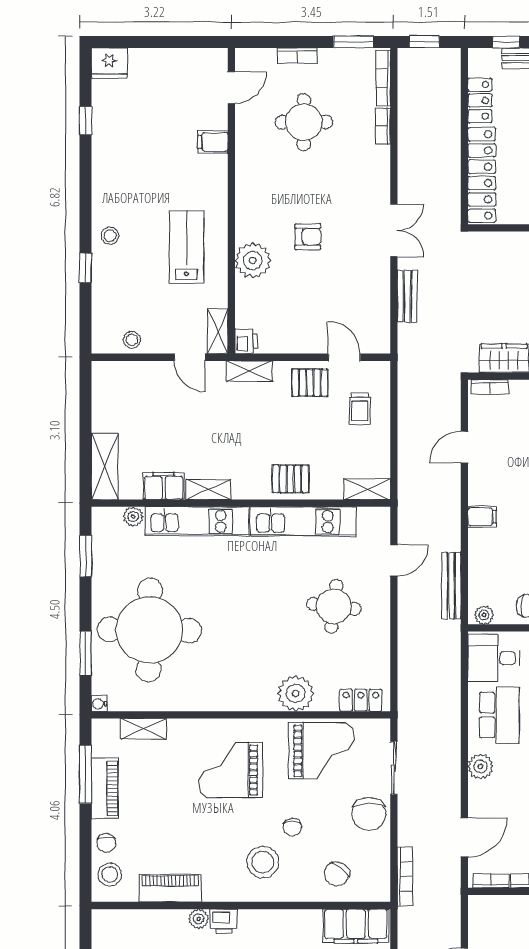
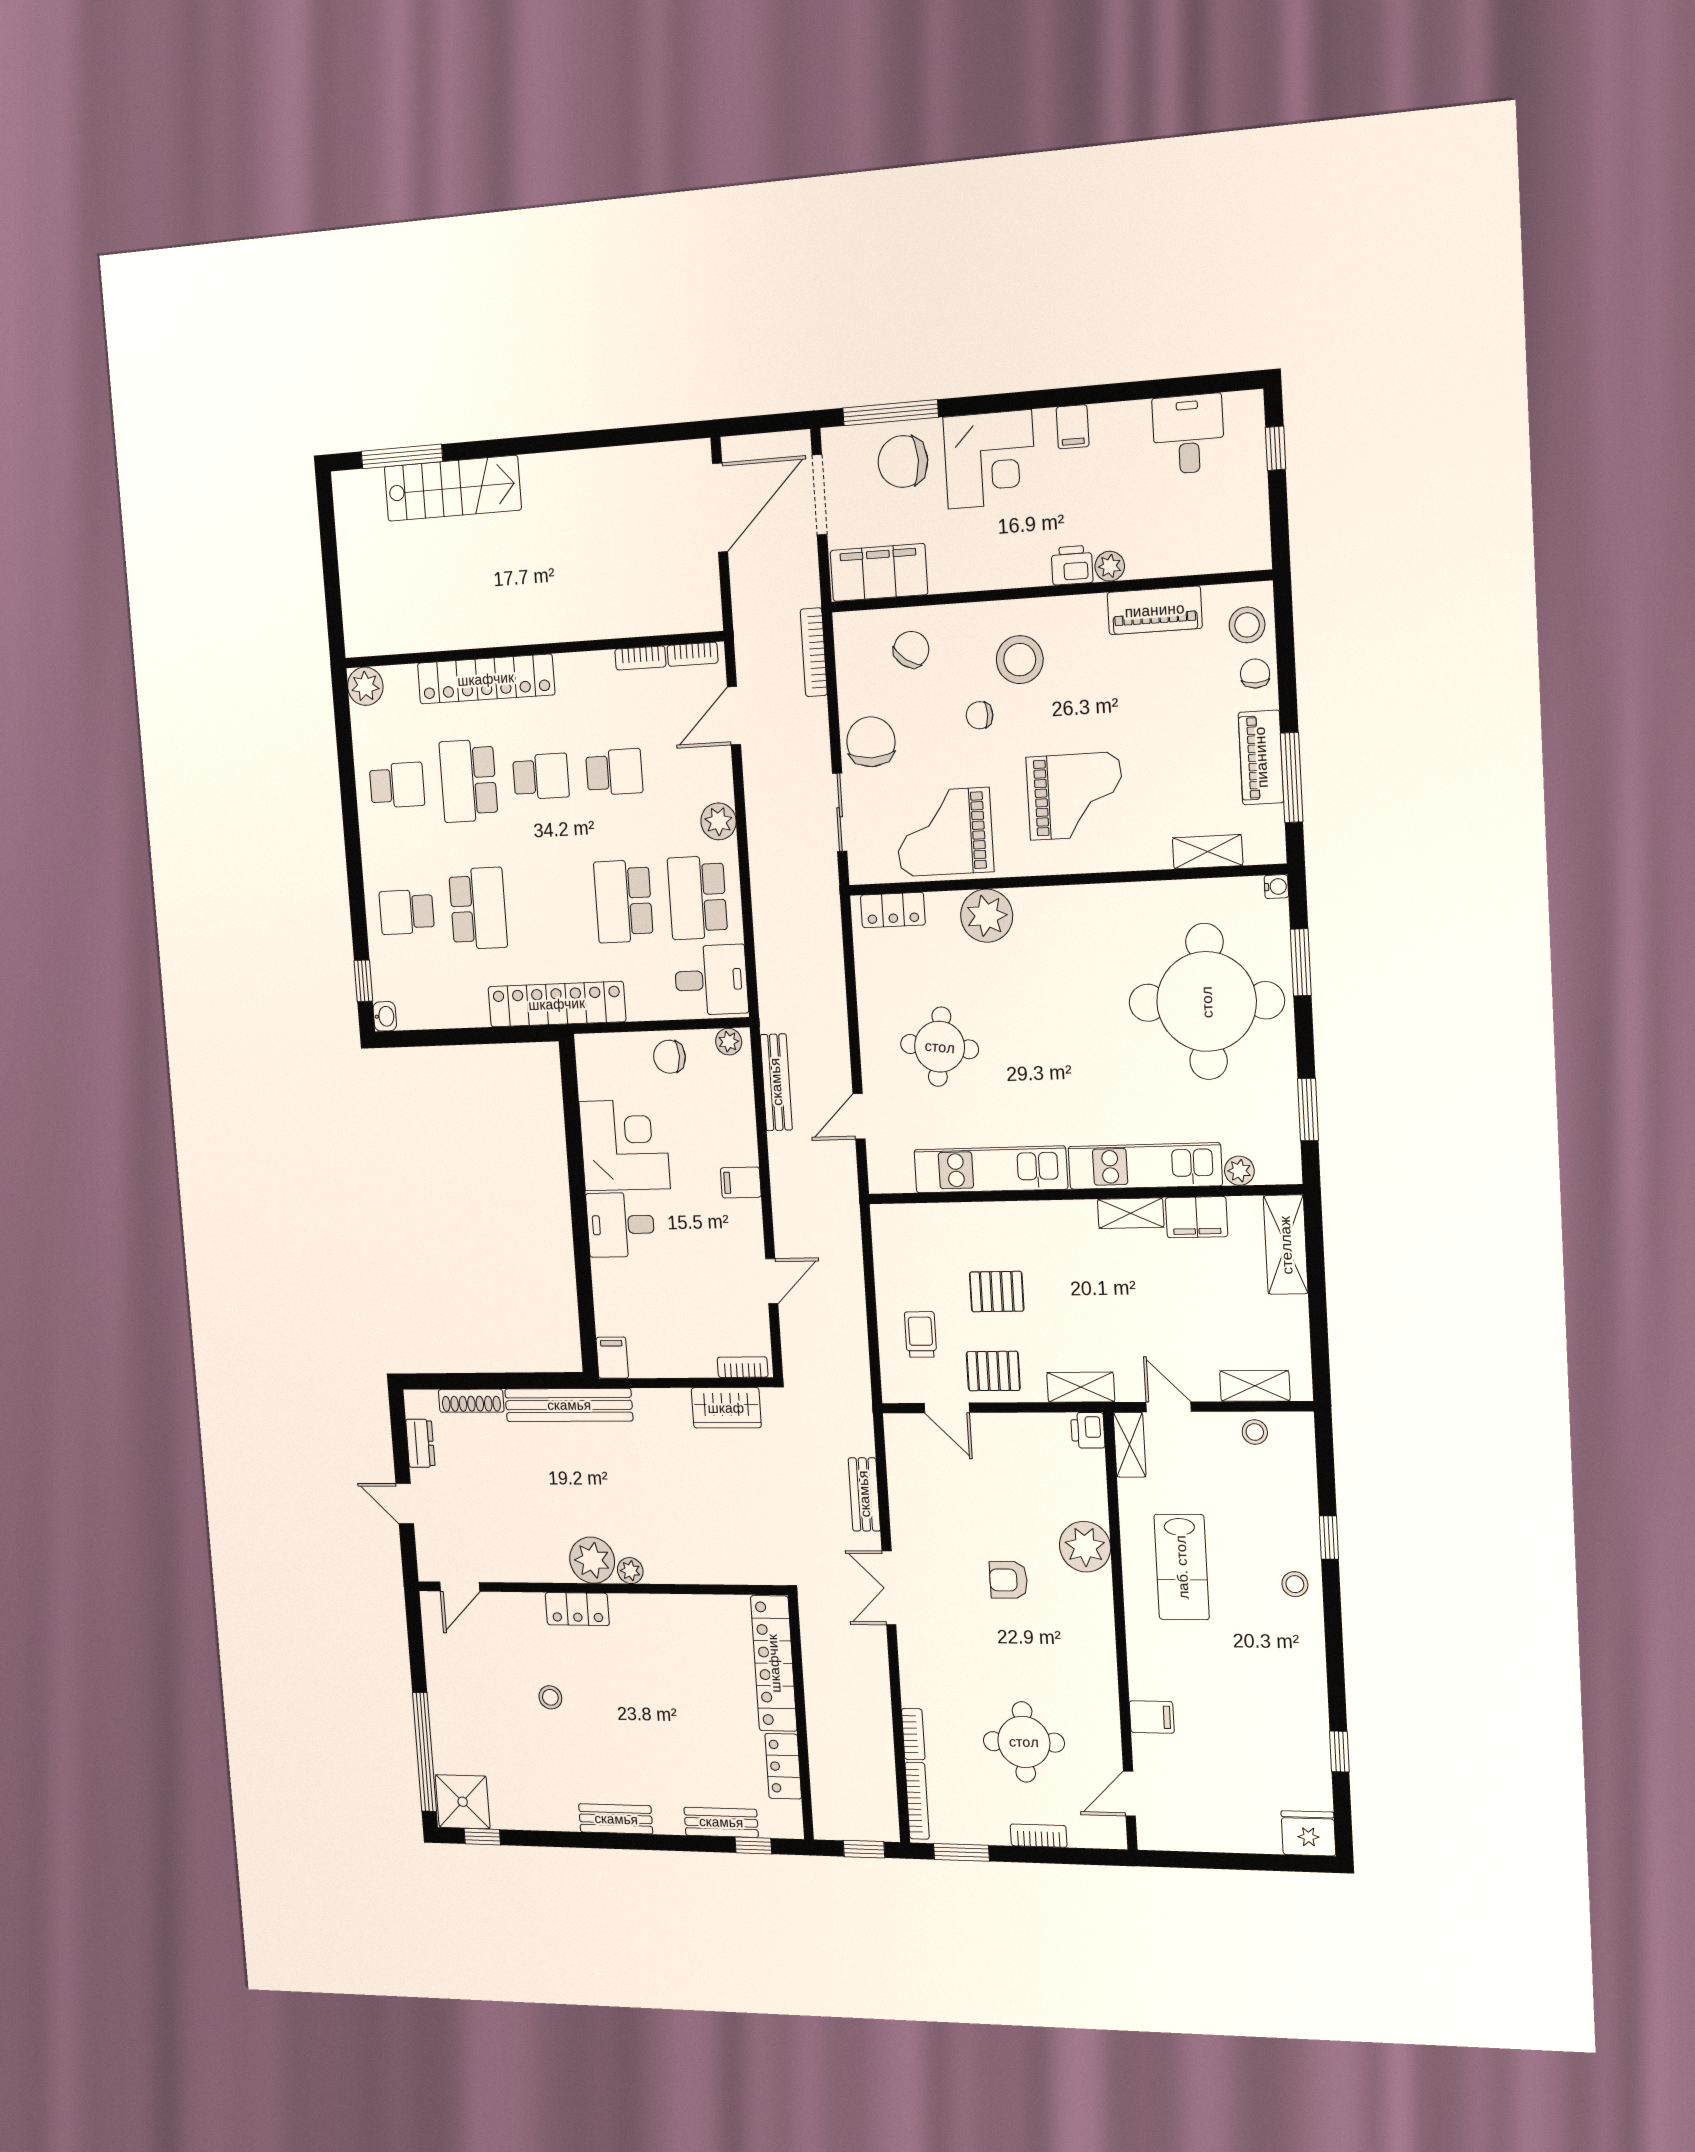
pallet: (291, 479) -> (997, 1292), moved
shelving: (367, 489) -> (1255, 1386), moved
chair: (292, 827) -> (980, 715), turned -90

